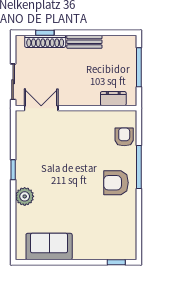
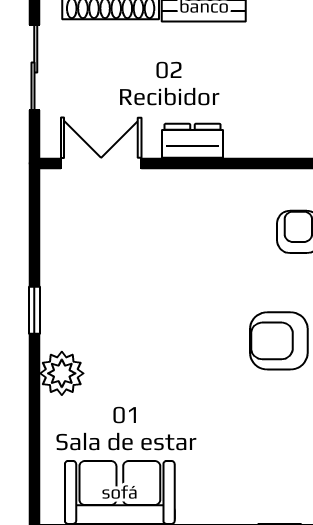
sliding door: (13, 82) -> (34, 67), moved
dresser: (113, 99) -> (193, 141), moved

